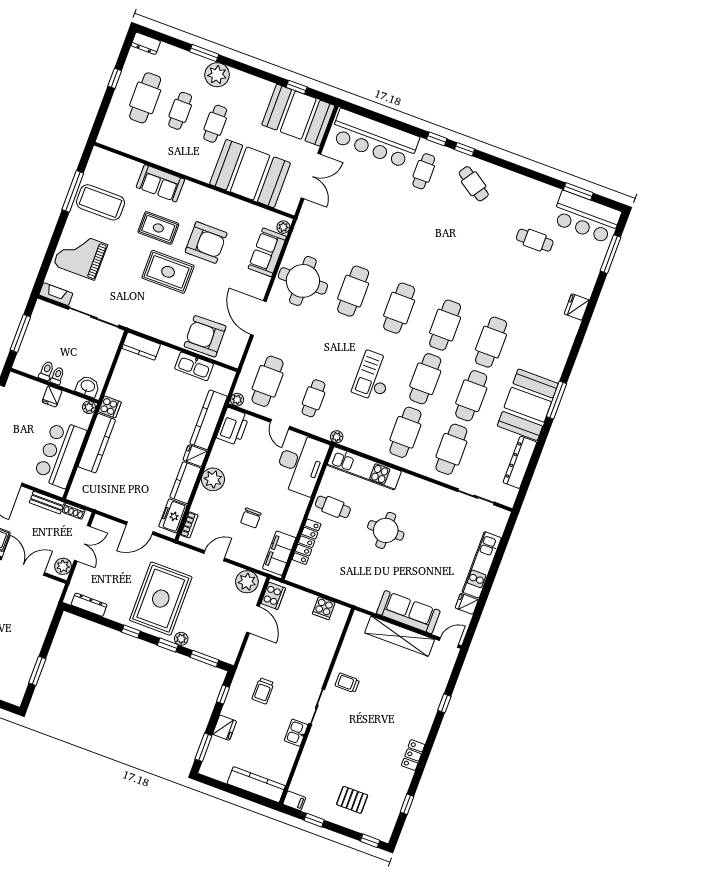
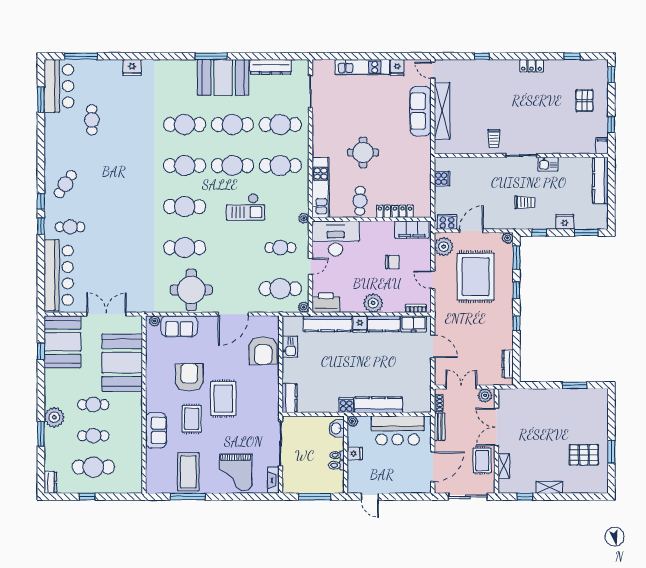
kitchen sink: (194, 366) -> (290, 347), width x0.73
rug: (161, 599) -> (476, 277), moved, turned 90
plant: (181, 639) -> (508, 238), moved

